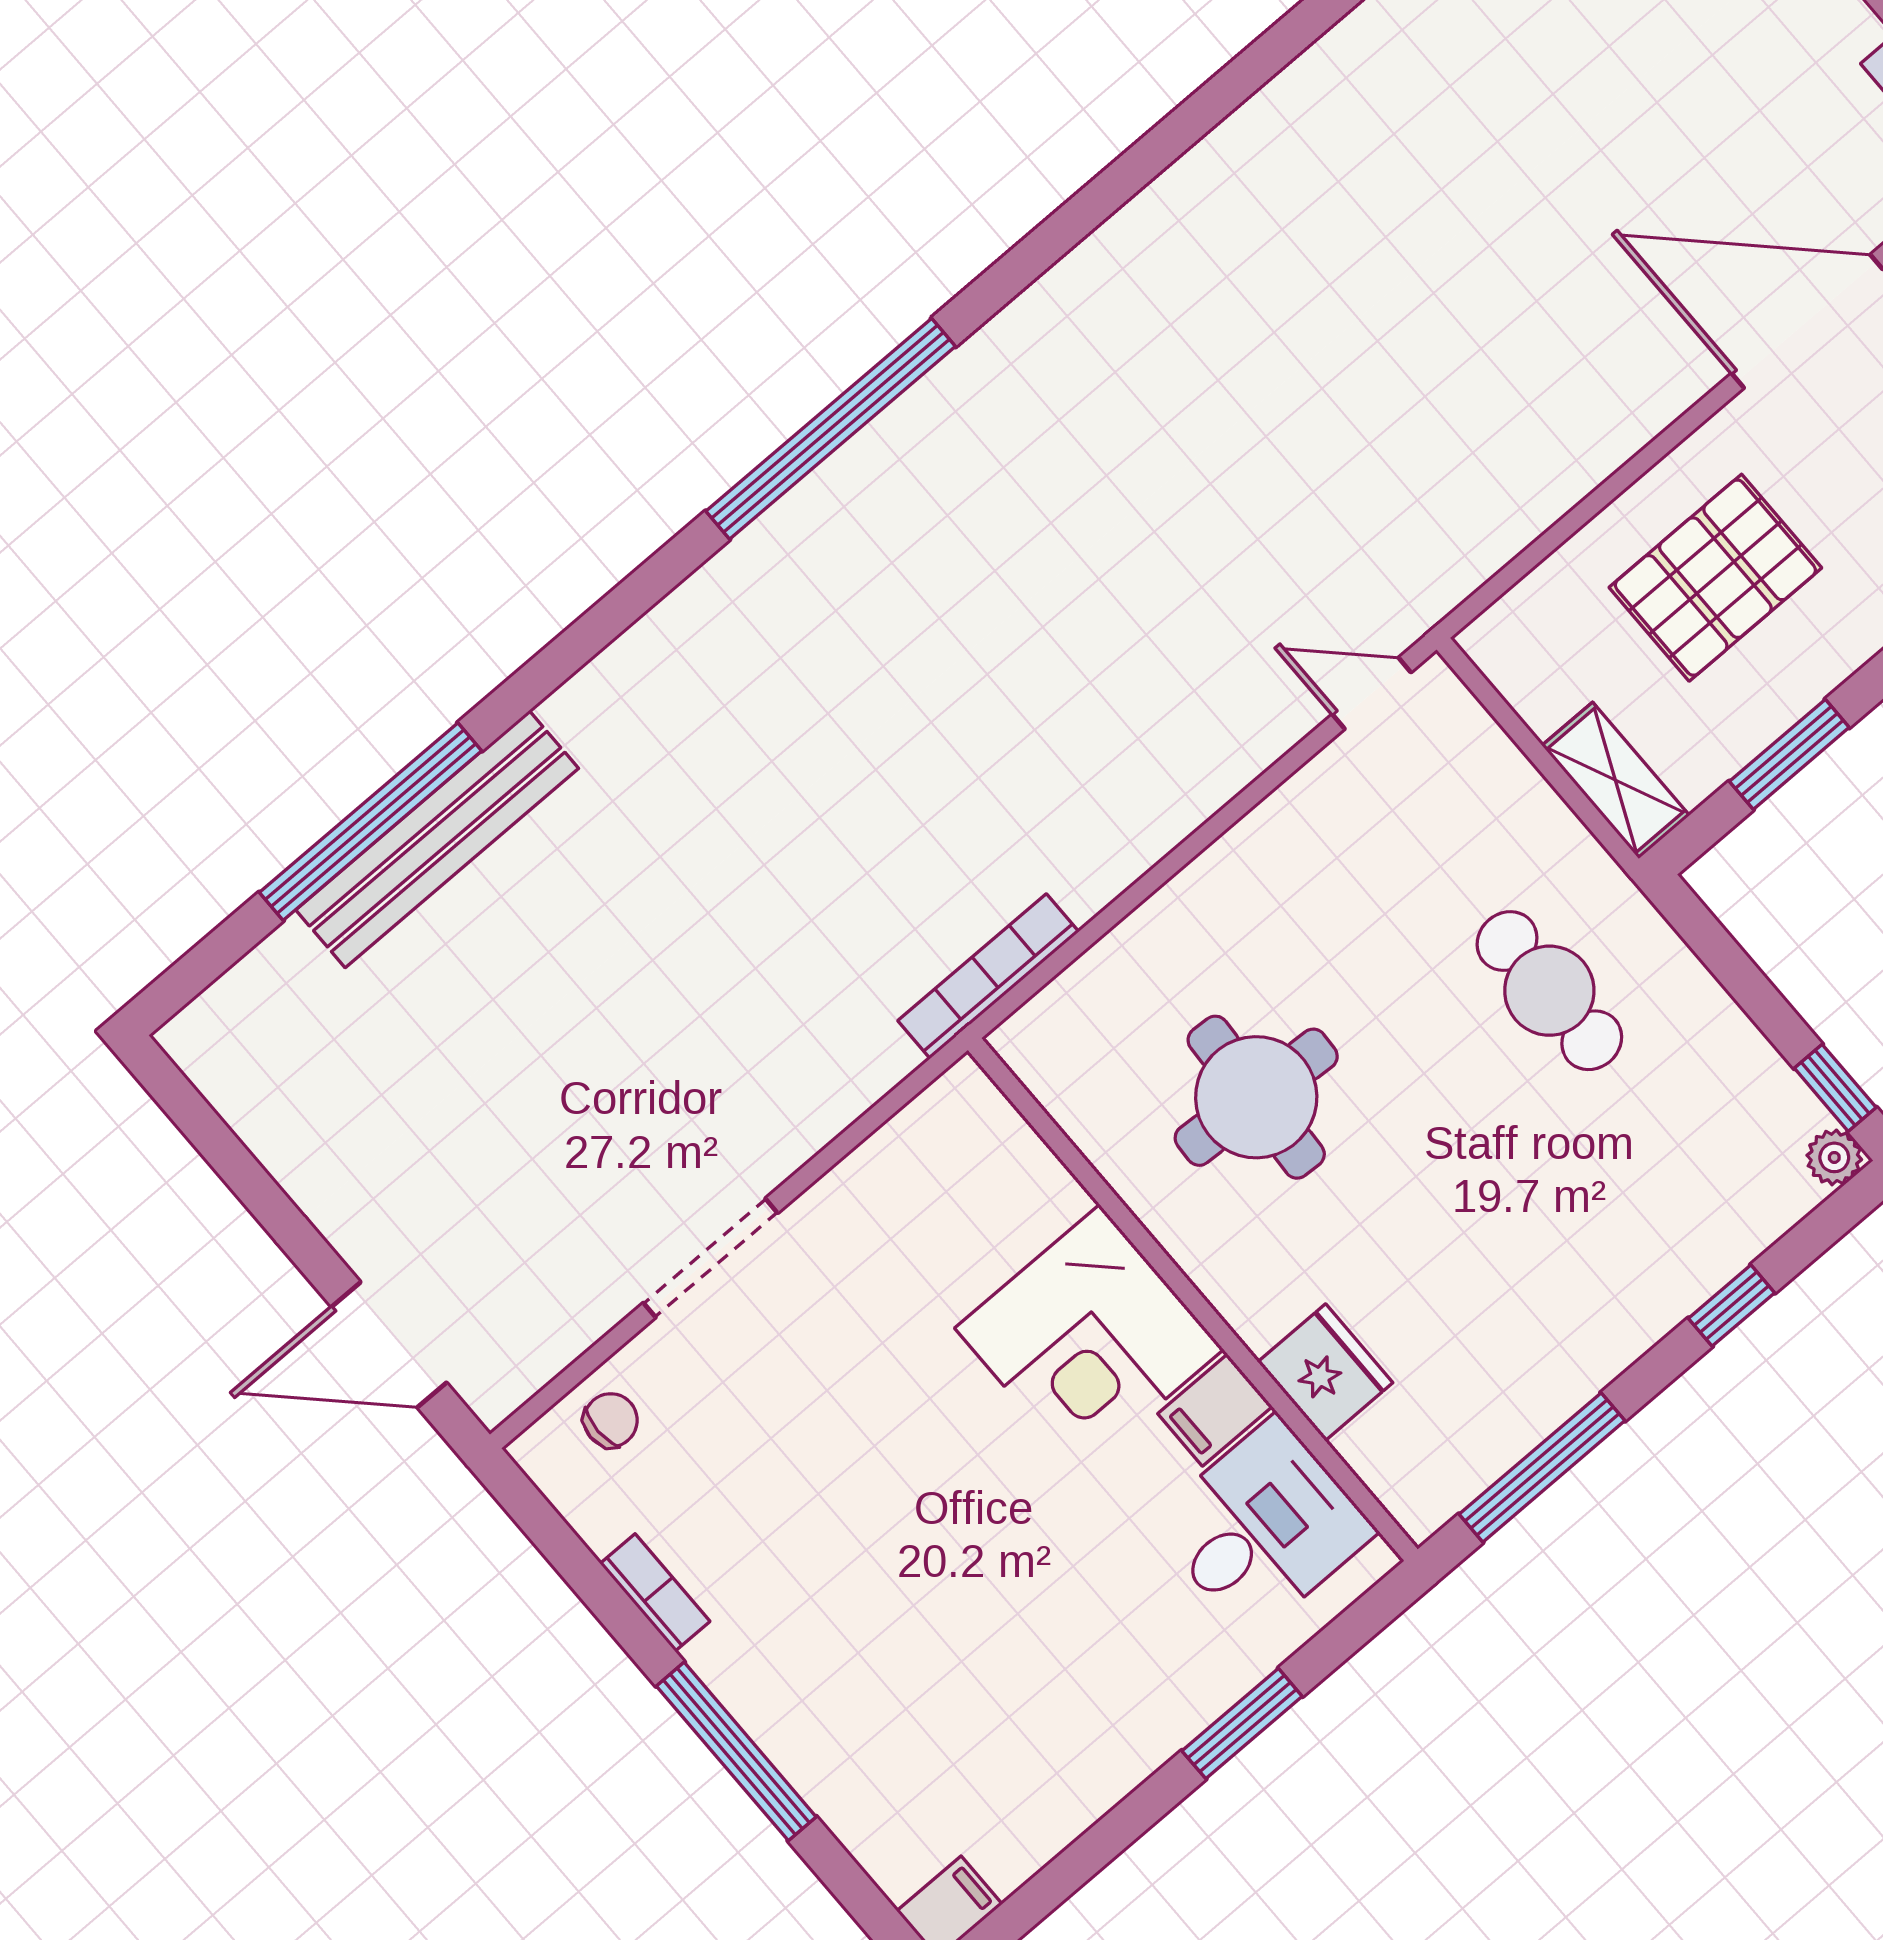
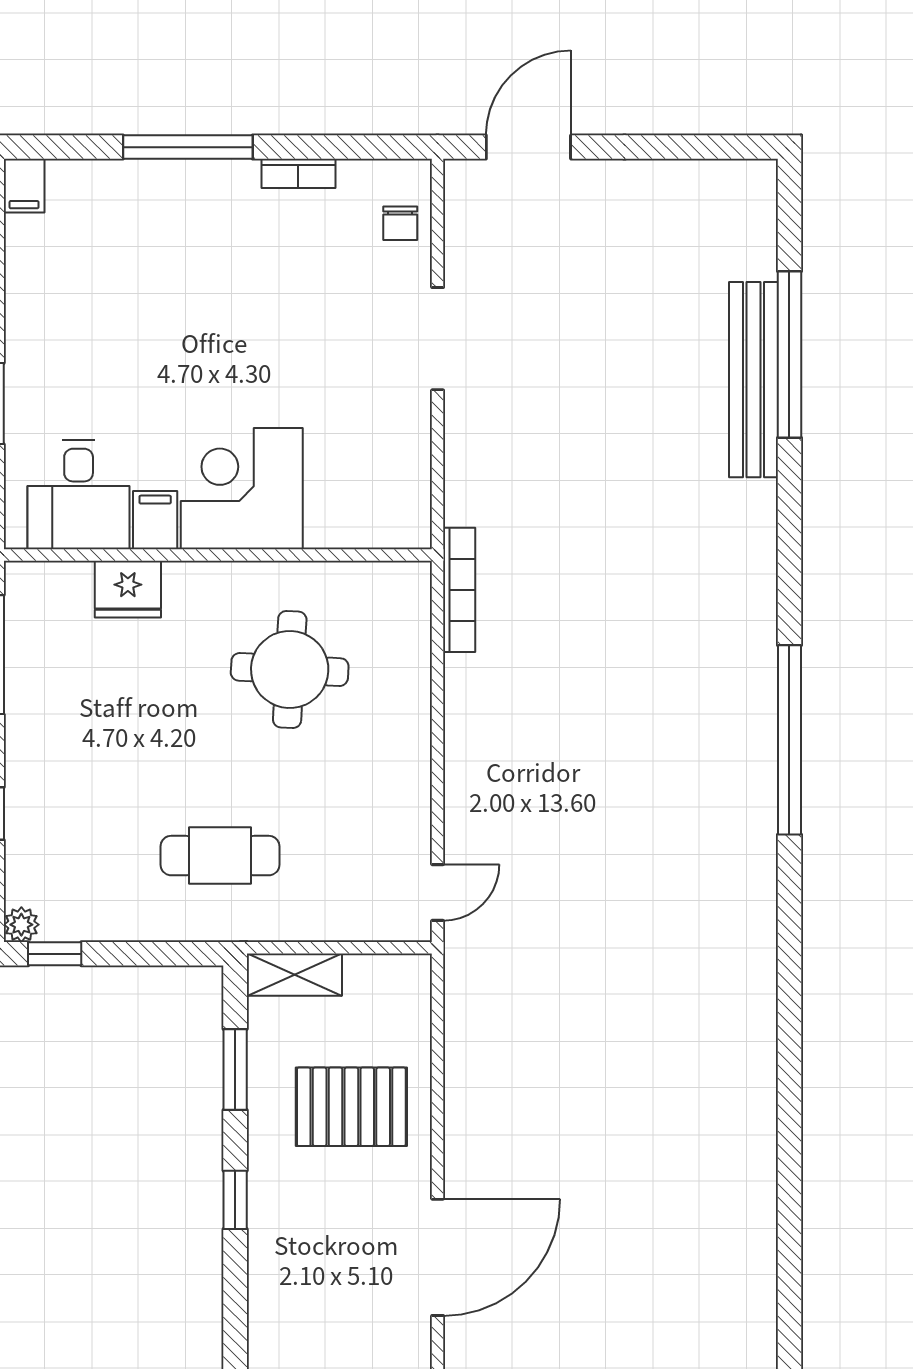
pallet: (1715, 578) -> (351, 1107), turned 90

